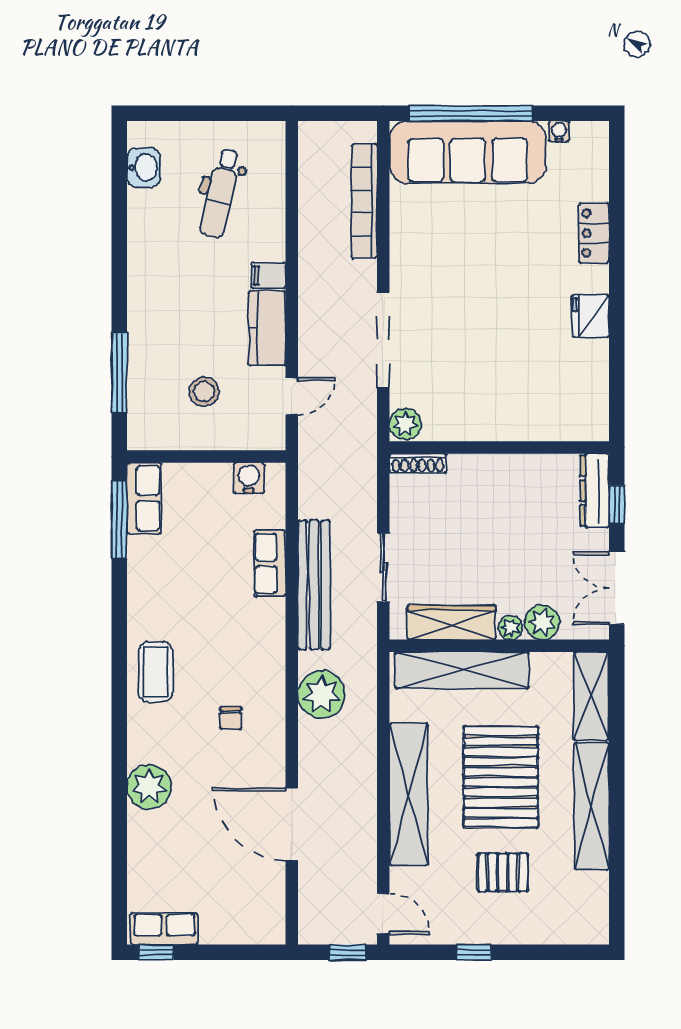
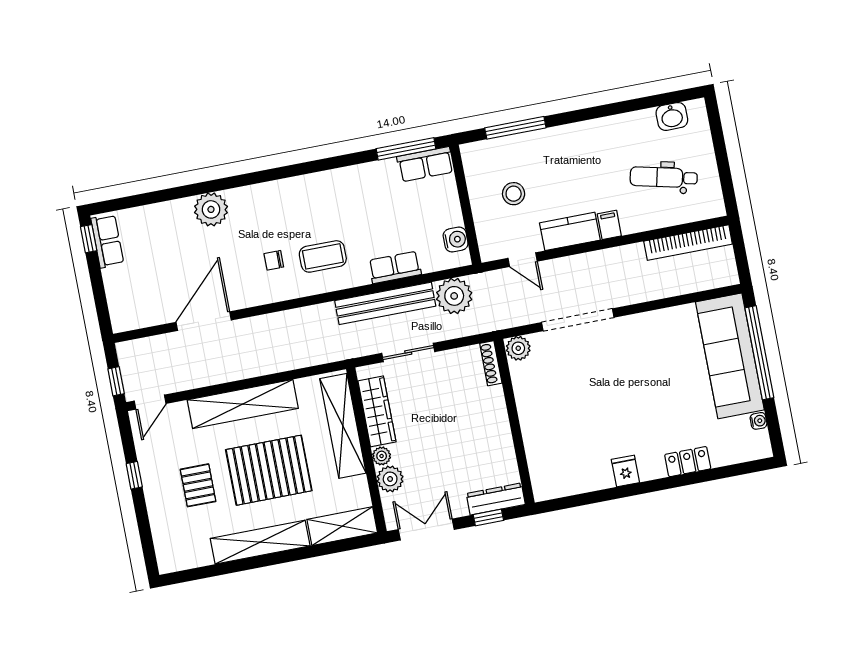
bookcase: (364, 201) -> (688, 243), moved, turned 180
fridge: (591, 316) -> (625, 471), width x0.72
coffee table: (156, 672) -> (323, 256), moved
plant: (322, 695) -> (454, 296), moved

